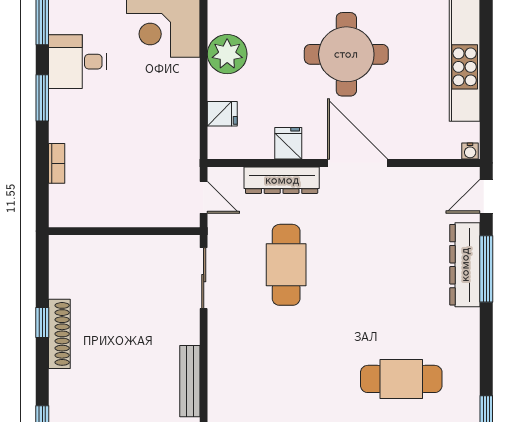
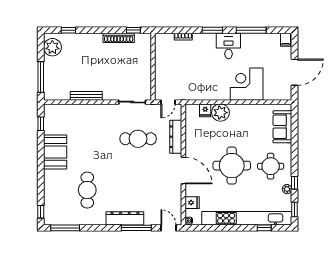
plant: (227, 54) -> (220, 113), moved
fridge: (288, 143) -> (192, 203), moved
door: (358, 163) -> (183, 171), hinge flipped
dresser: (465, 265) -> (125, 218), moved
window: (42, 322) -> (133, 30), moved
shoe rack: (59, 334) -> (119, 38), moved

